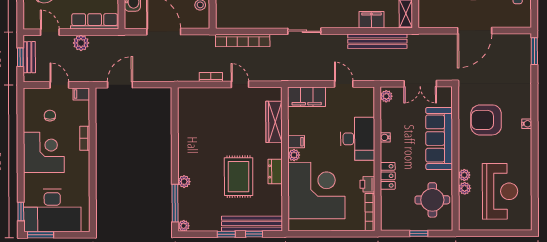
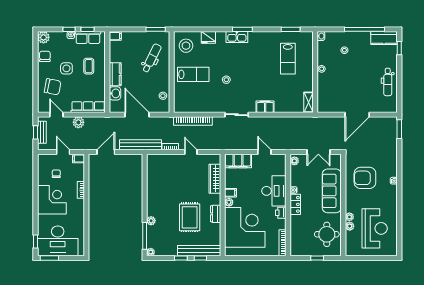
filing cabinet: (372, 20) -> (265, 107), moved
bench: (377, 41) -> (140, 145), moved
locker: (388, 176) -> (295, 204), moved
printer: (367, 184) -> (281, 213), moved

